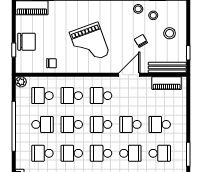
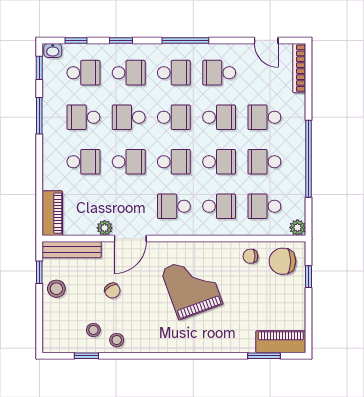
stool: (170, 33) -> (56, 289), moved
chair: (26, 42) -> (282, 261), moved
plant: (146, 82) -> (105, 228), added
piano: (167, 83) -> (52, 213), moved, turned 90
school desk: (42, 96) -> (264, 206), turned 180
school desk: (101, 96) -> (174, 206), turned 180
school desk: (42, 153) -> (264, 117), turned 180

